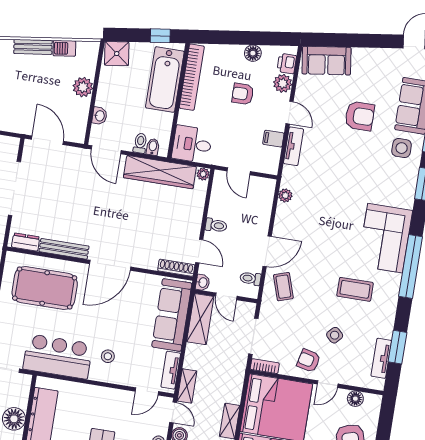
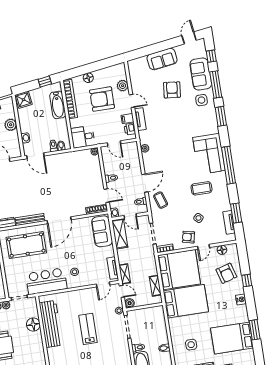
floor lamp: (253, 53) -> (88, 78), moved
sofa: (326, 61) -> (162, 59), moved
printer: (287, 63) -> (130, 129), moved
bathtub: (165, 80) -> (58, 105), width x0.73, depth x0.73
armchair: (243, 94) -> (102, 99), width x1.88, depth x1.88
armchair: (360, 116) -> (172, 90), turned -84
wardrobe: (160, 172) -> (70, 158), removed
sofa: (172, 315) -> (102, 231), width x0.73

